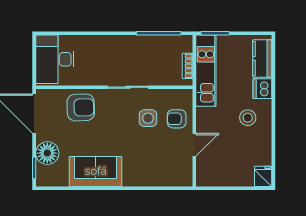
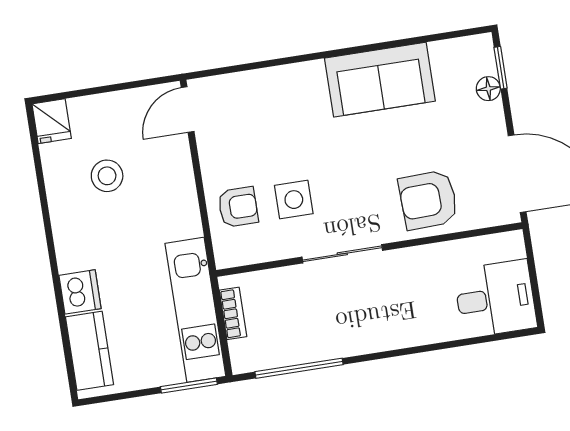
desk: (55, 59) -> (495, 299), width x0.73
stool: (248, 118) -> (107, 176), moved
door: (194, 145) -> (188, 110), moved
floor lamp: (47, 153) -> (488, 89), width x0.53, depth x0.53

